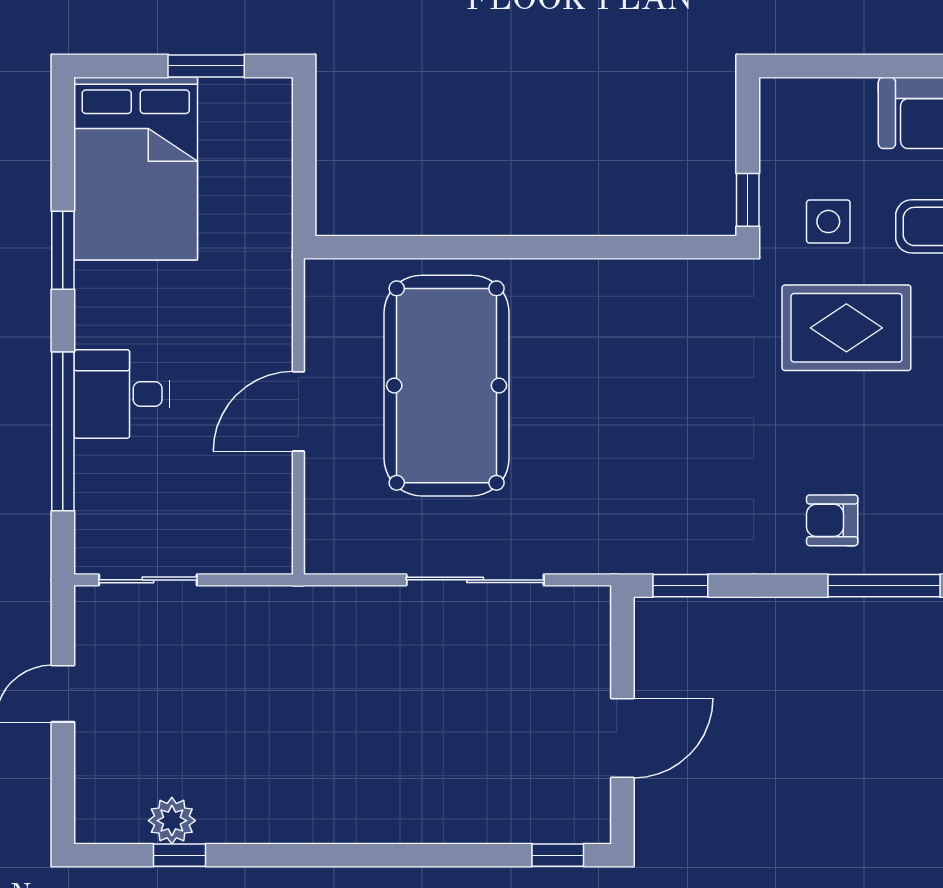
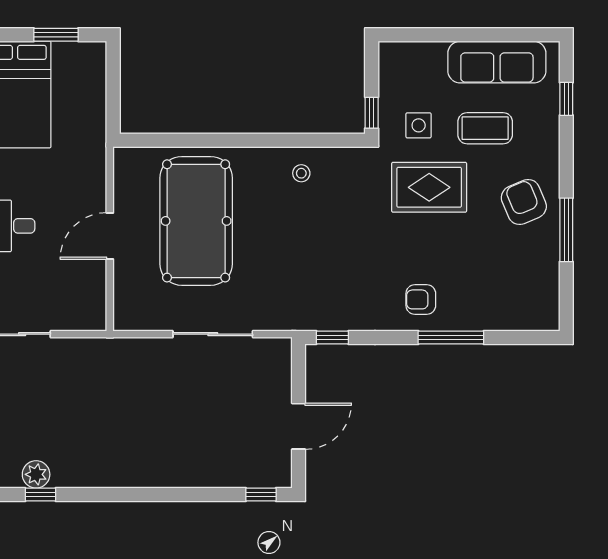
stool: (627, 304) -> (301, 173), added

